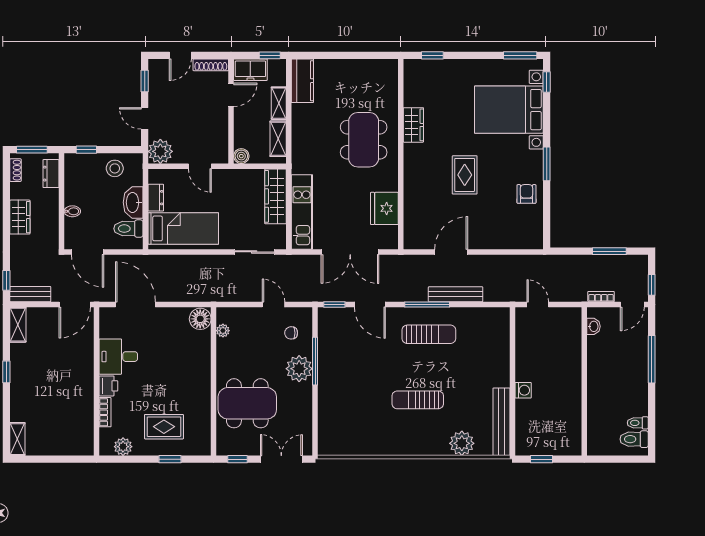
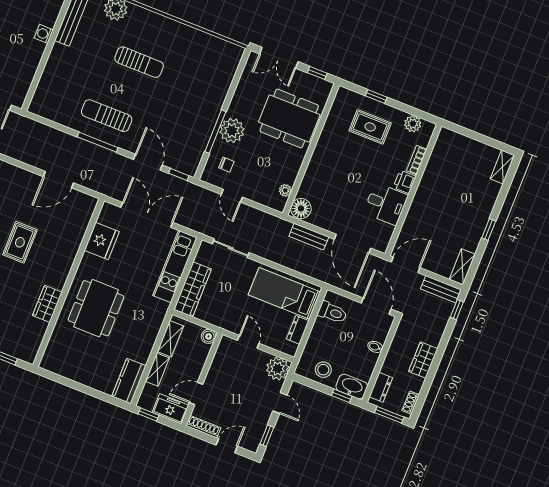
washbasin: (133, 202) -> (352, 387), moved, turned -90
bench: (456, 294) -> (309, 237), moved, width x0.73

